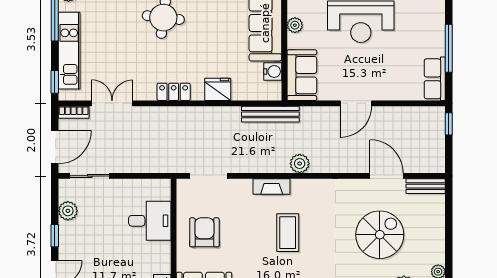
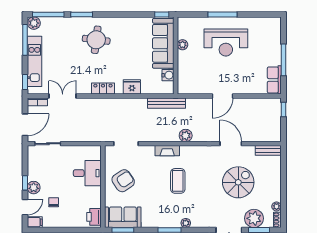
sofa: (302, 75) -> (187, 78), removed
door: (387, 176) -> (231, 144), moved
plant: (68, 211) -> (34, 188), moved
armchair: (204, 232) -> (123, 181), turned 56
chair: (98, 265) -> (54, 202), added

